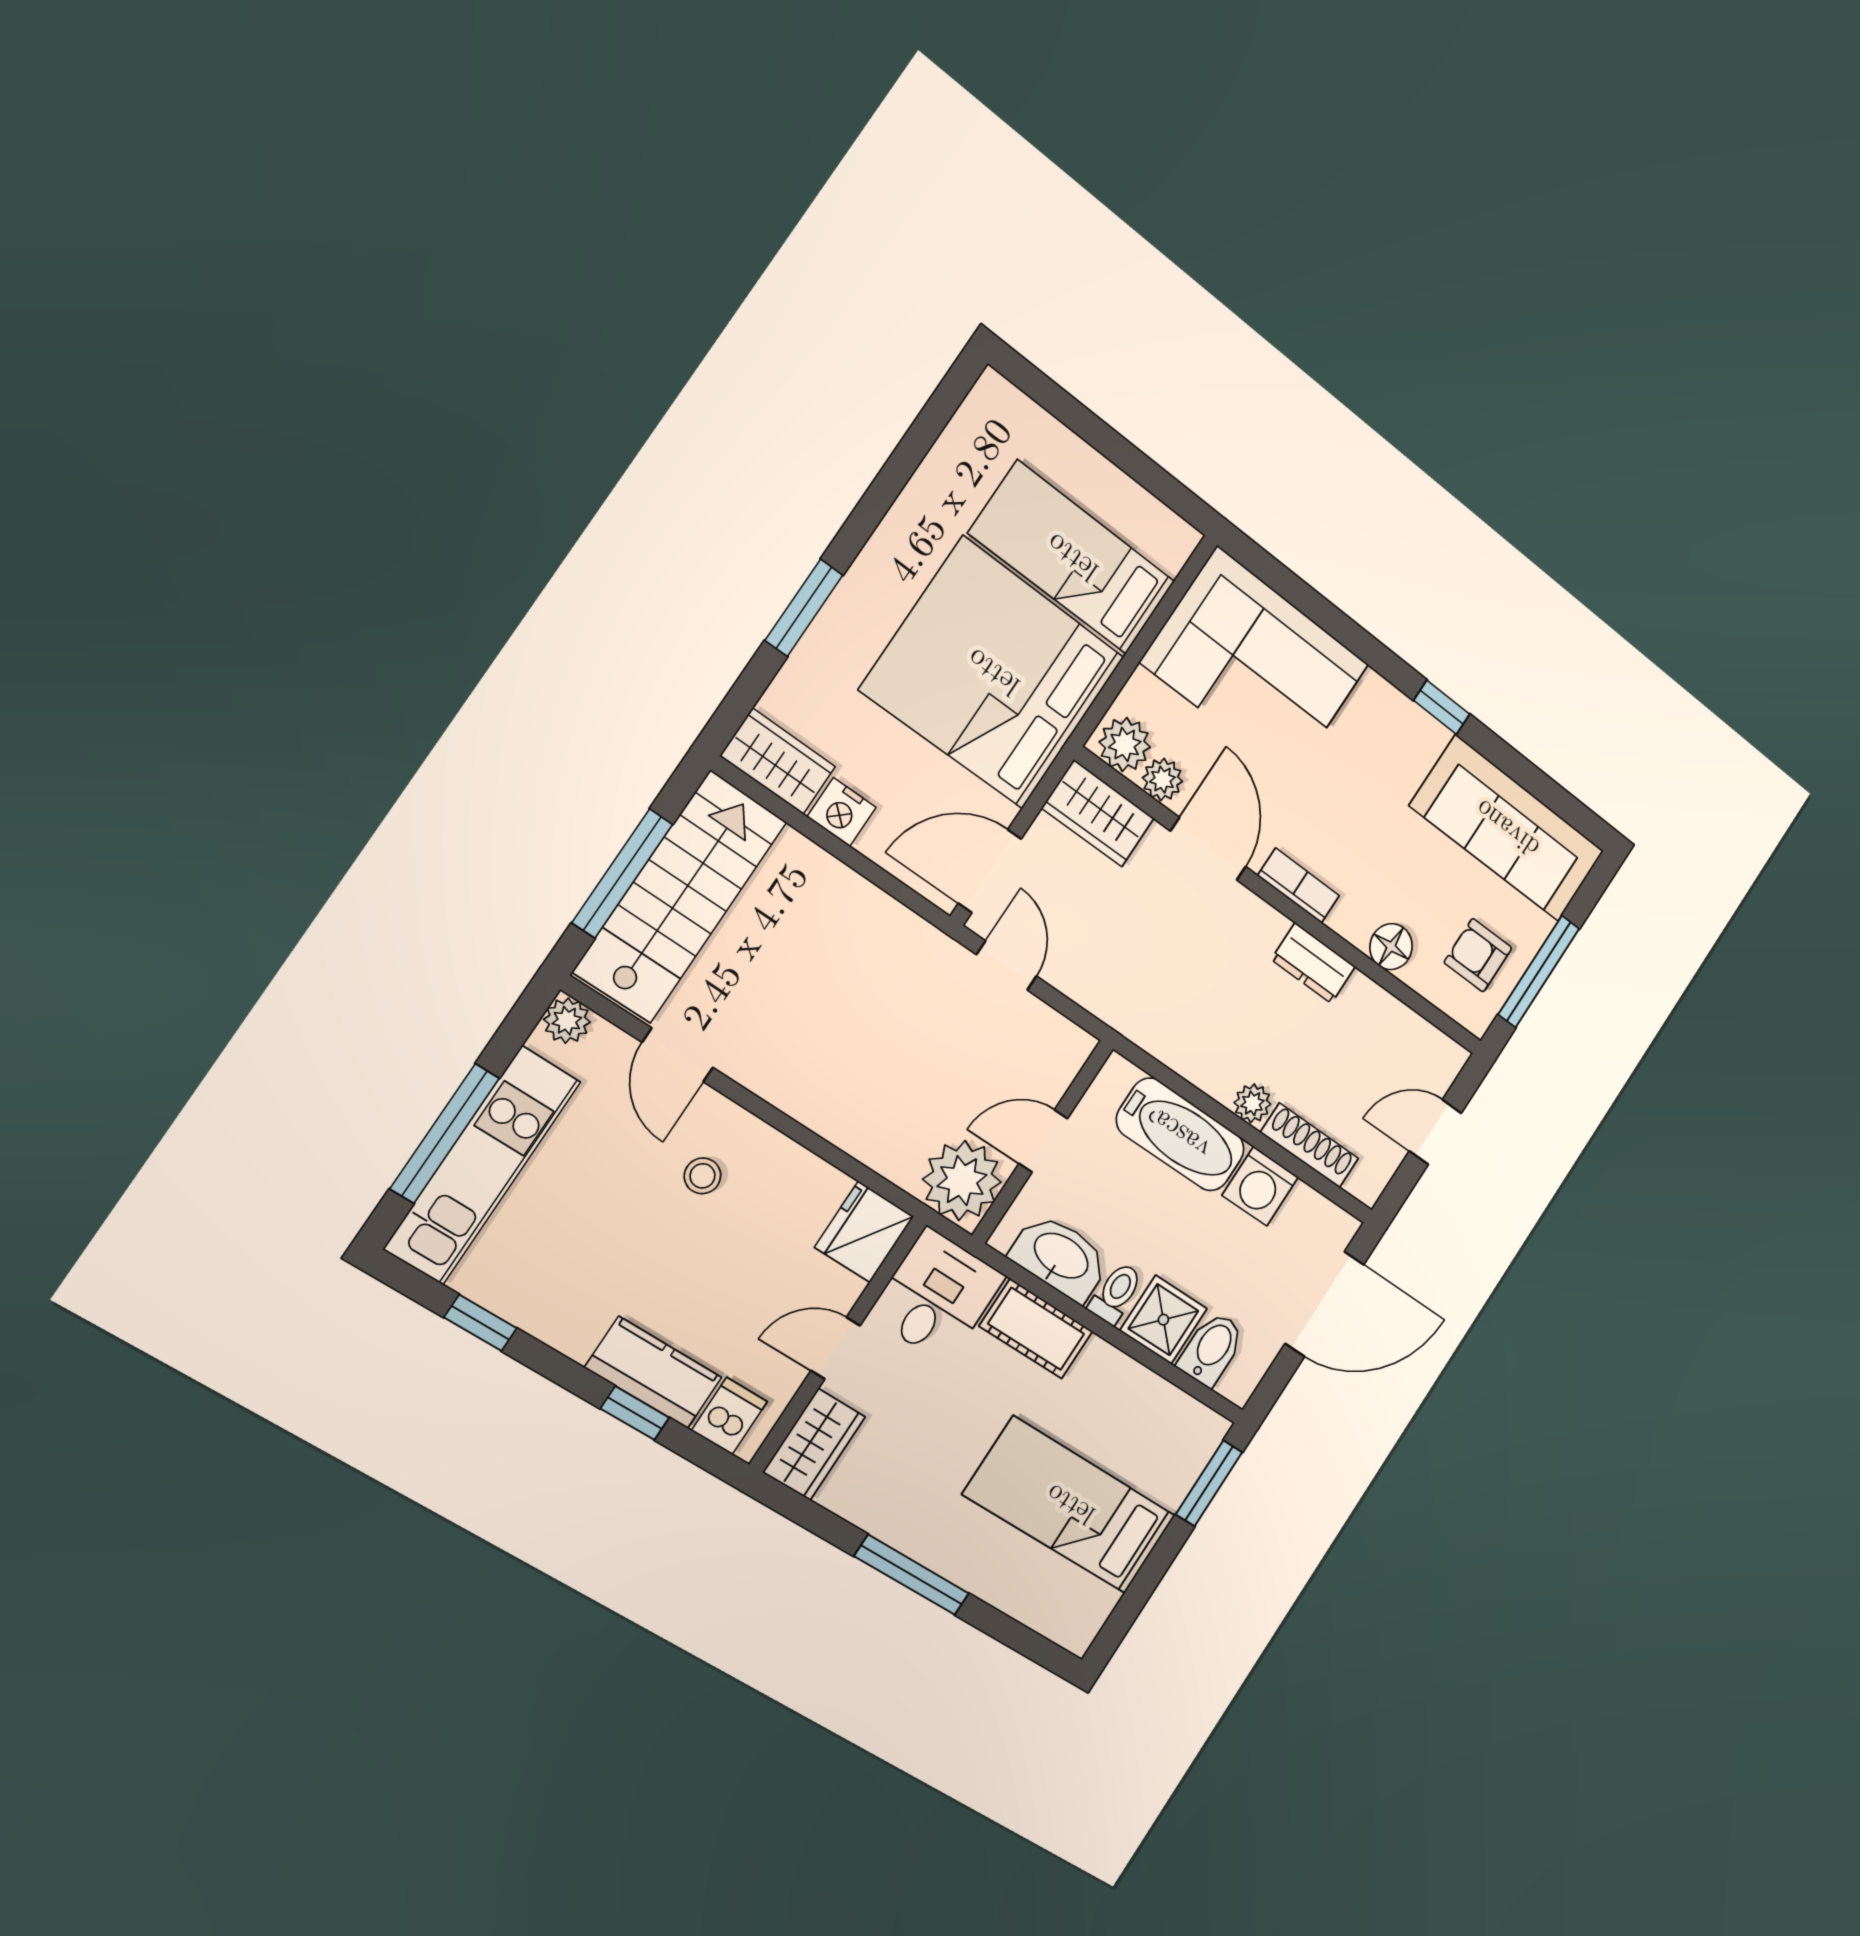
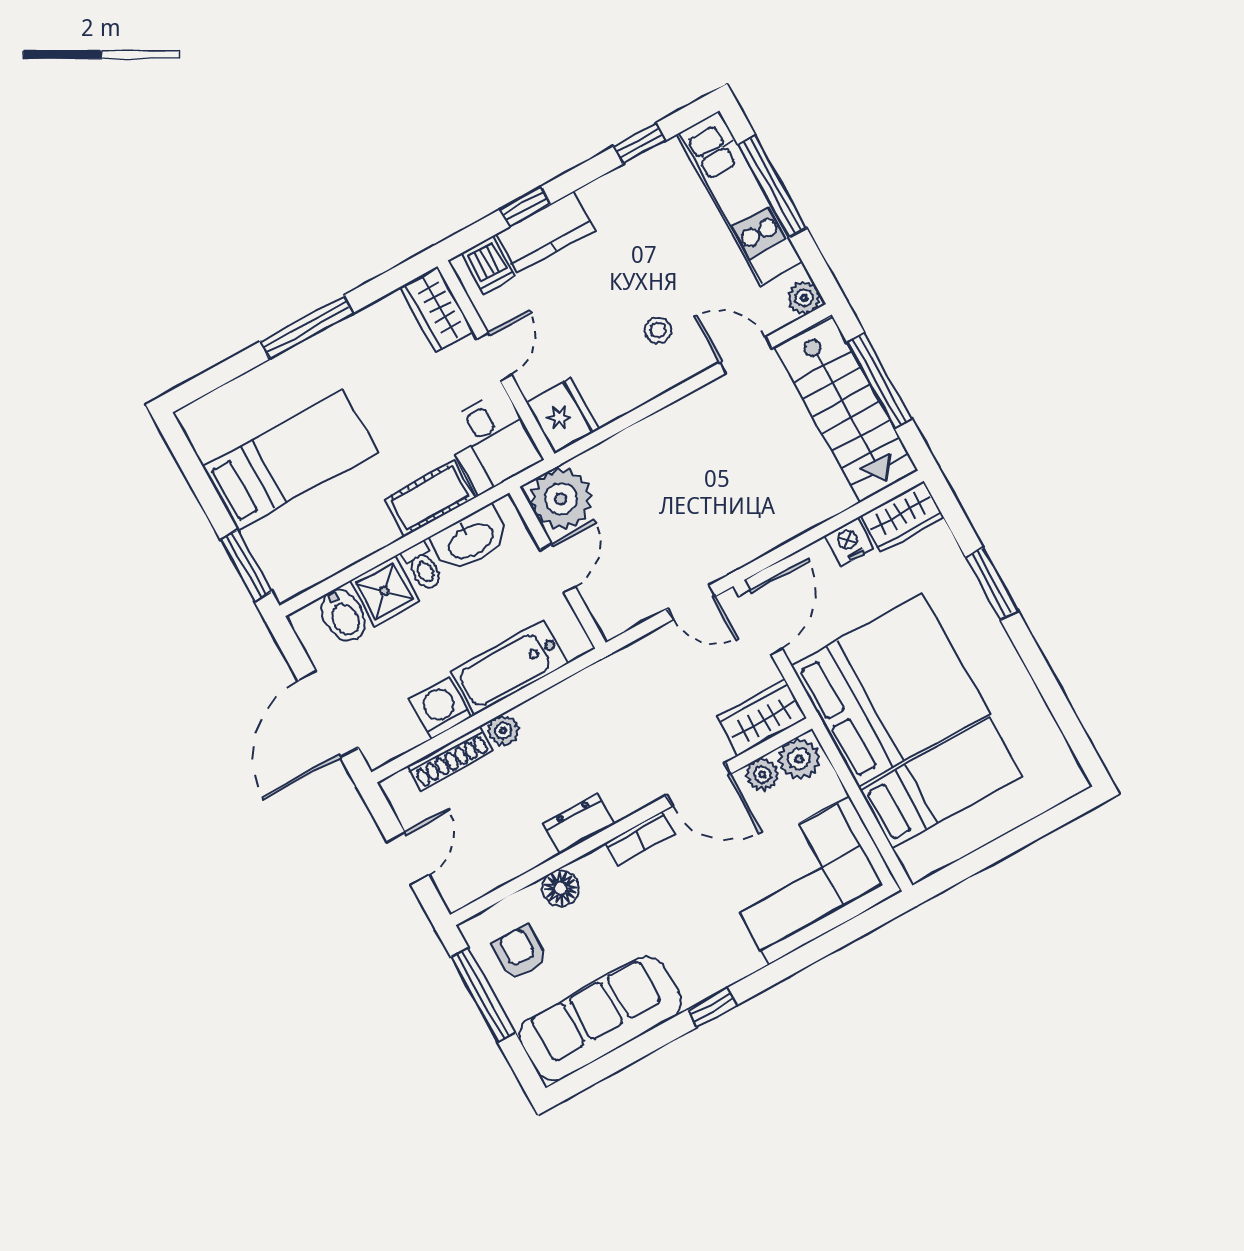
armchair: (1478, 955) -> (520, 952), turned -90

